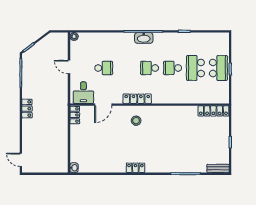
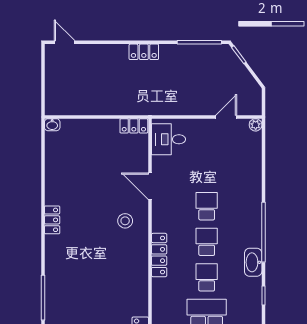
washbasin: (144, 38) -> (253, 262), moved
door: (69, 67) -> (226, 117), moved
school desk: (104, 68) -> (207, 206), moved, turned 180
locker: (137, 99) -> (159, 255), moved
door: (103, 105) -> (150, 186), moved
door: (21, 160) -> (64, 42), hinge flipped

